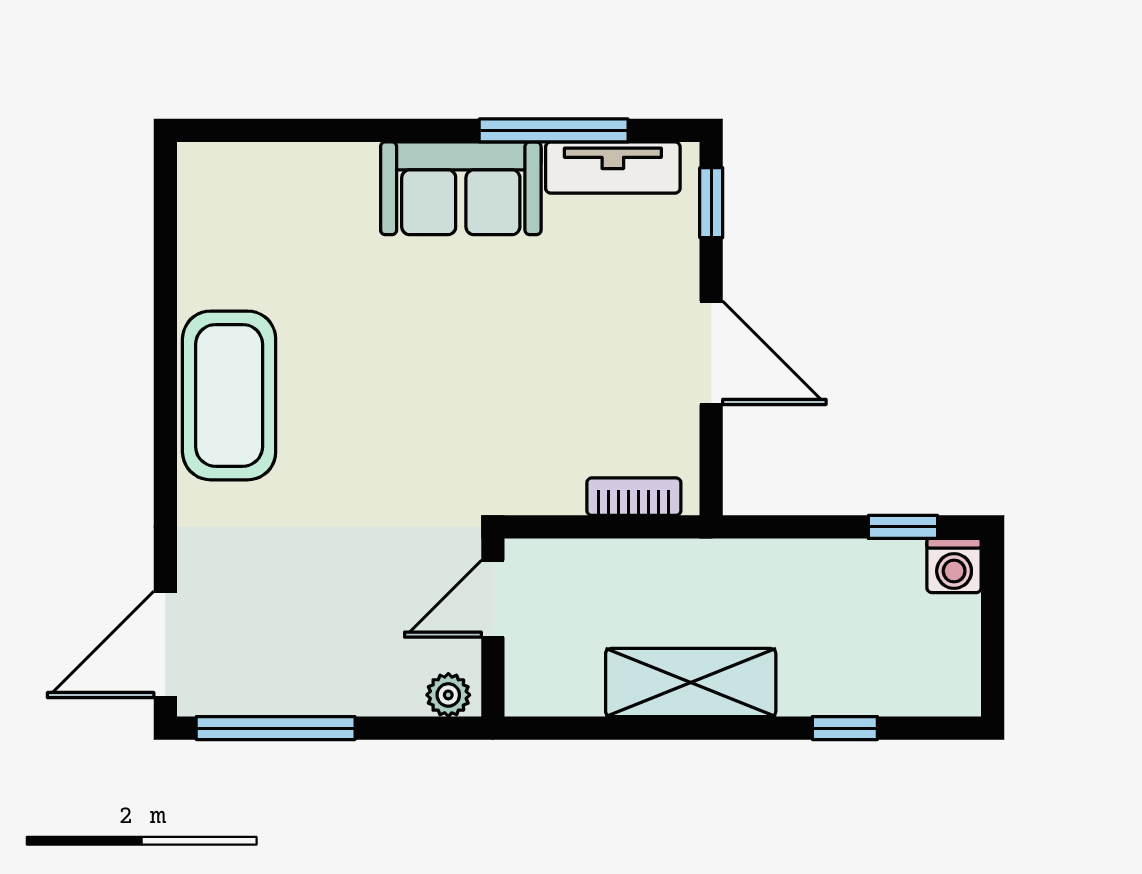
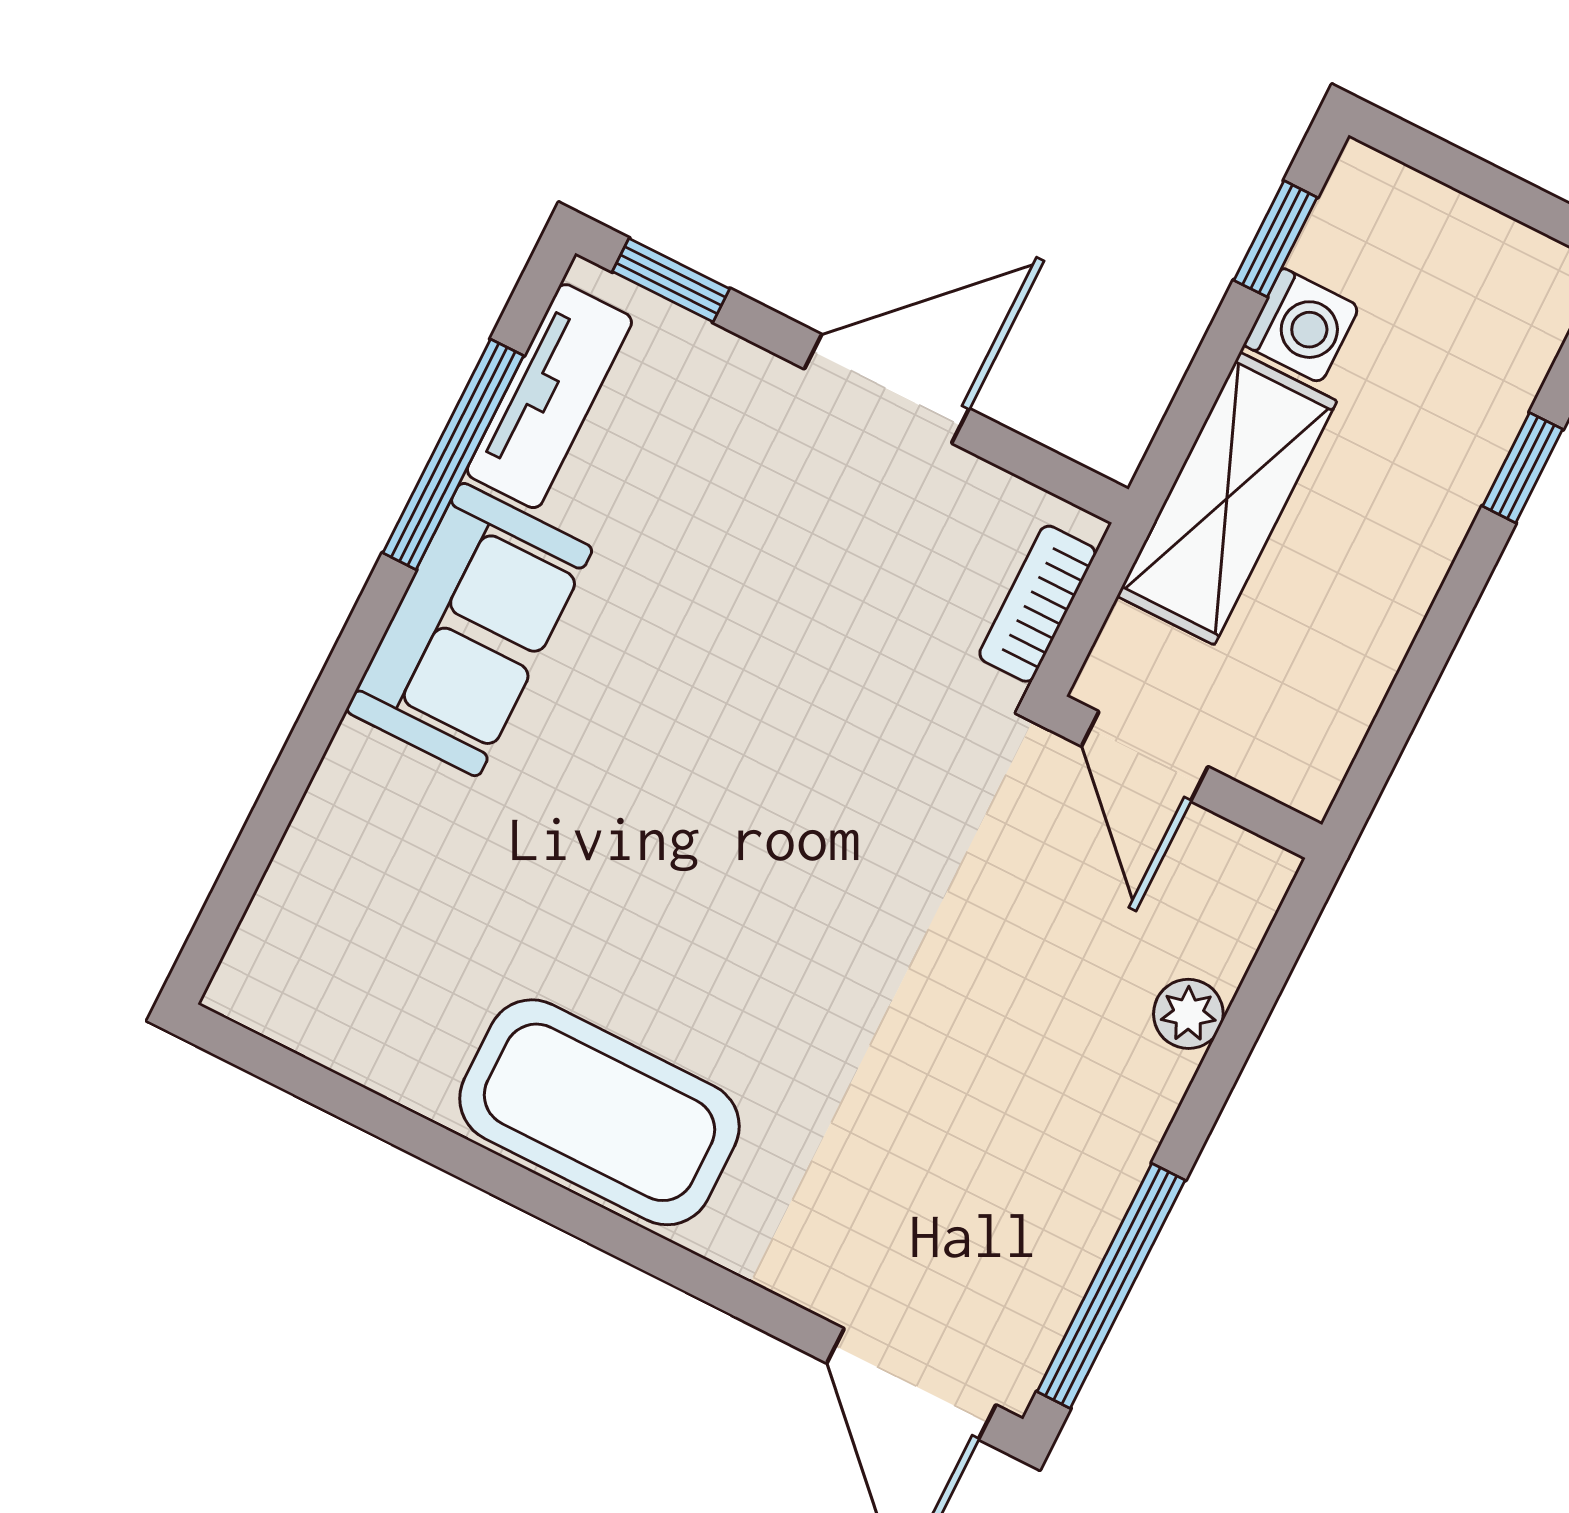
washing machine: (954, 566) -> (1302, 326), moved
door: (493, 599) -> (1145, 756), moved
wall: (493, 627) -> (1186, 777), moved
shelving: (691, 683) -> (1227, 499), moved

